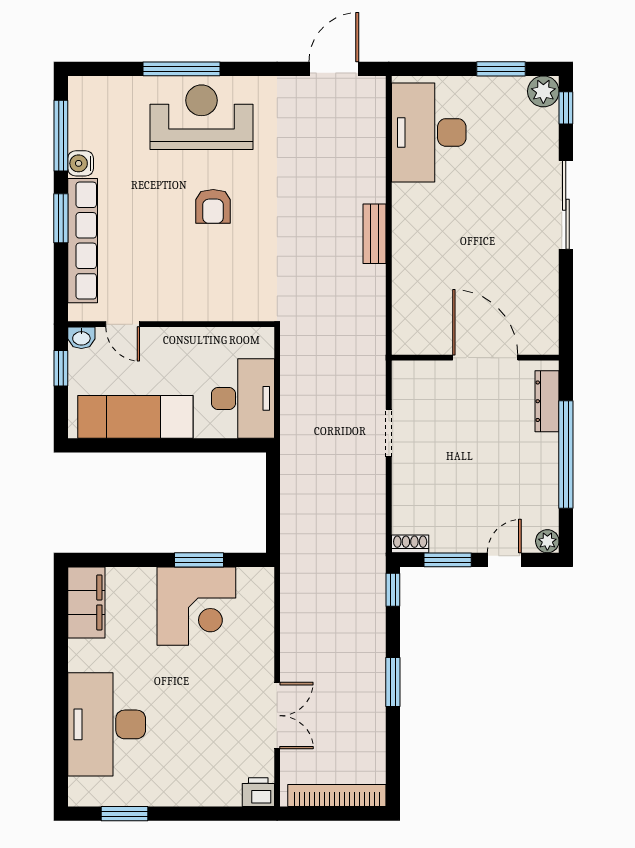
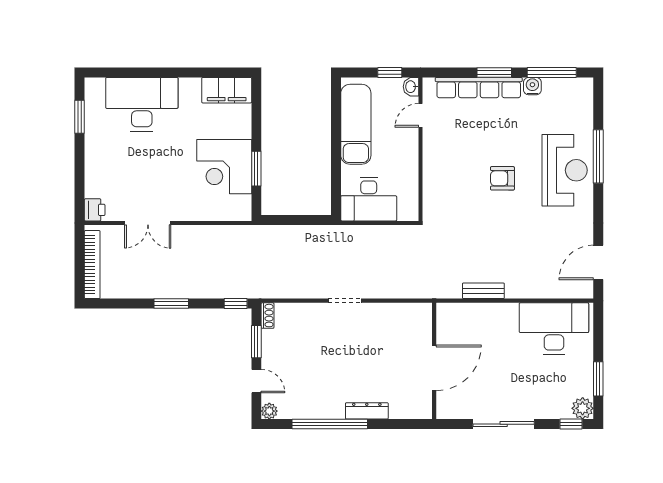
door: (334, 69) -> (598, 262), swing flipped
wall: (475, 358) -> (434, 361), moved
door: (485, 358) -> (434, 368), moved

